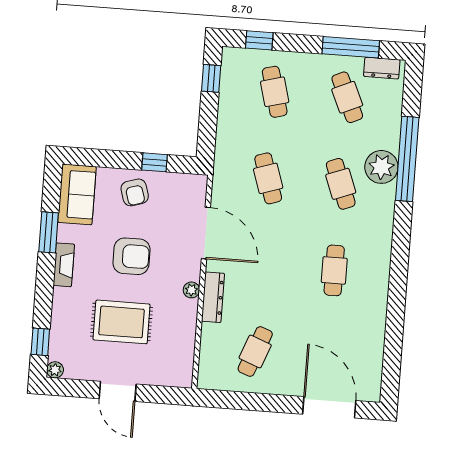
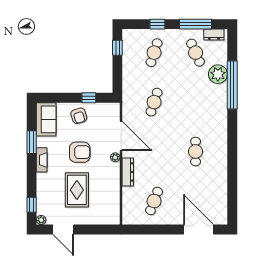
window: (259, 40) -> (157, 24), moved
cafe table: (275, 92) -> (154, 53), turned 33
plant: (381, 167) -> (218, 74), moved
cafe table: (268, 178) -> (154, 102), turned 36
cafe table: (341, 184) -> (196, 102), removed
plant: (191, 290) -> (115, 157), moved
rug: (121, 322) -> (77, 190), turned 90
door: (118, 391) -> (63, 230), moved

